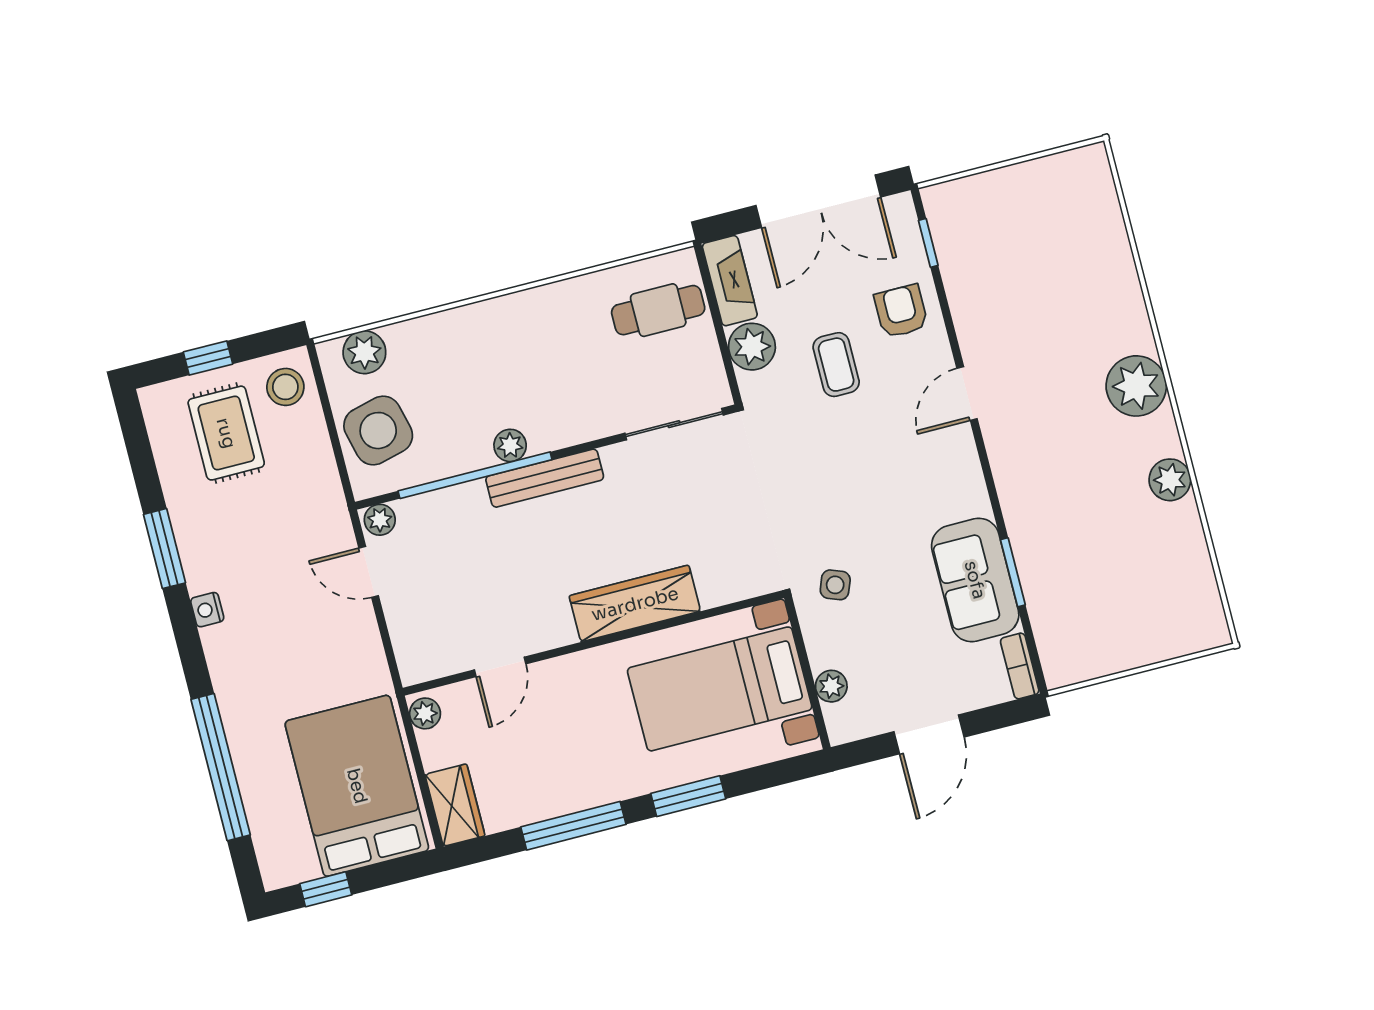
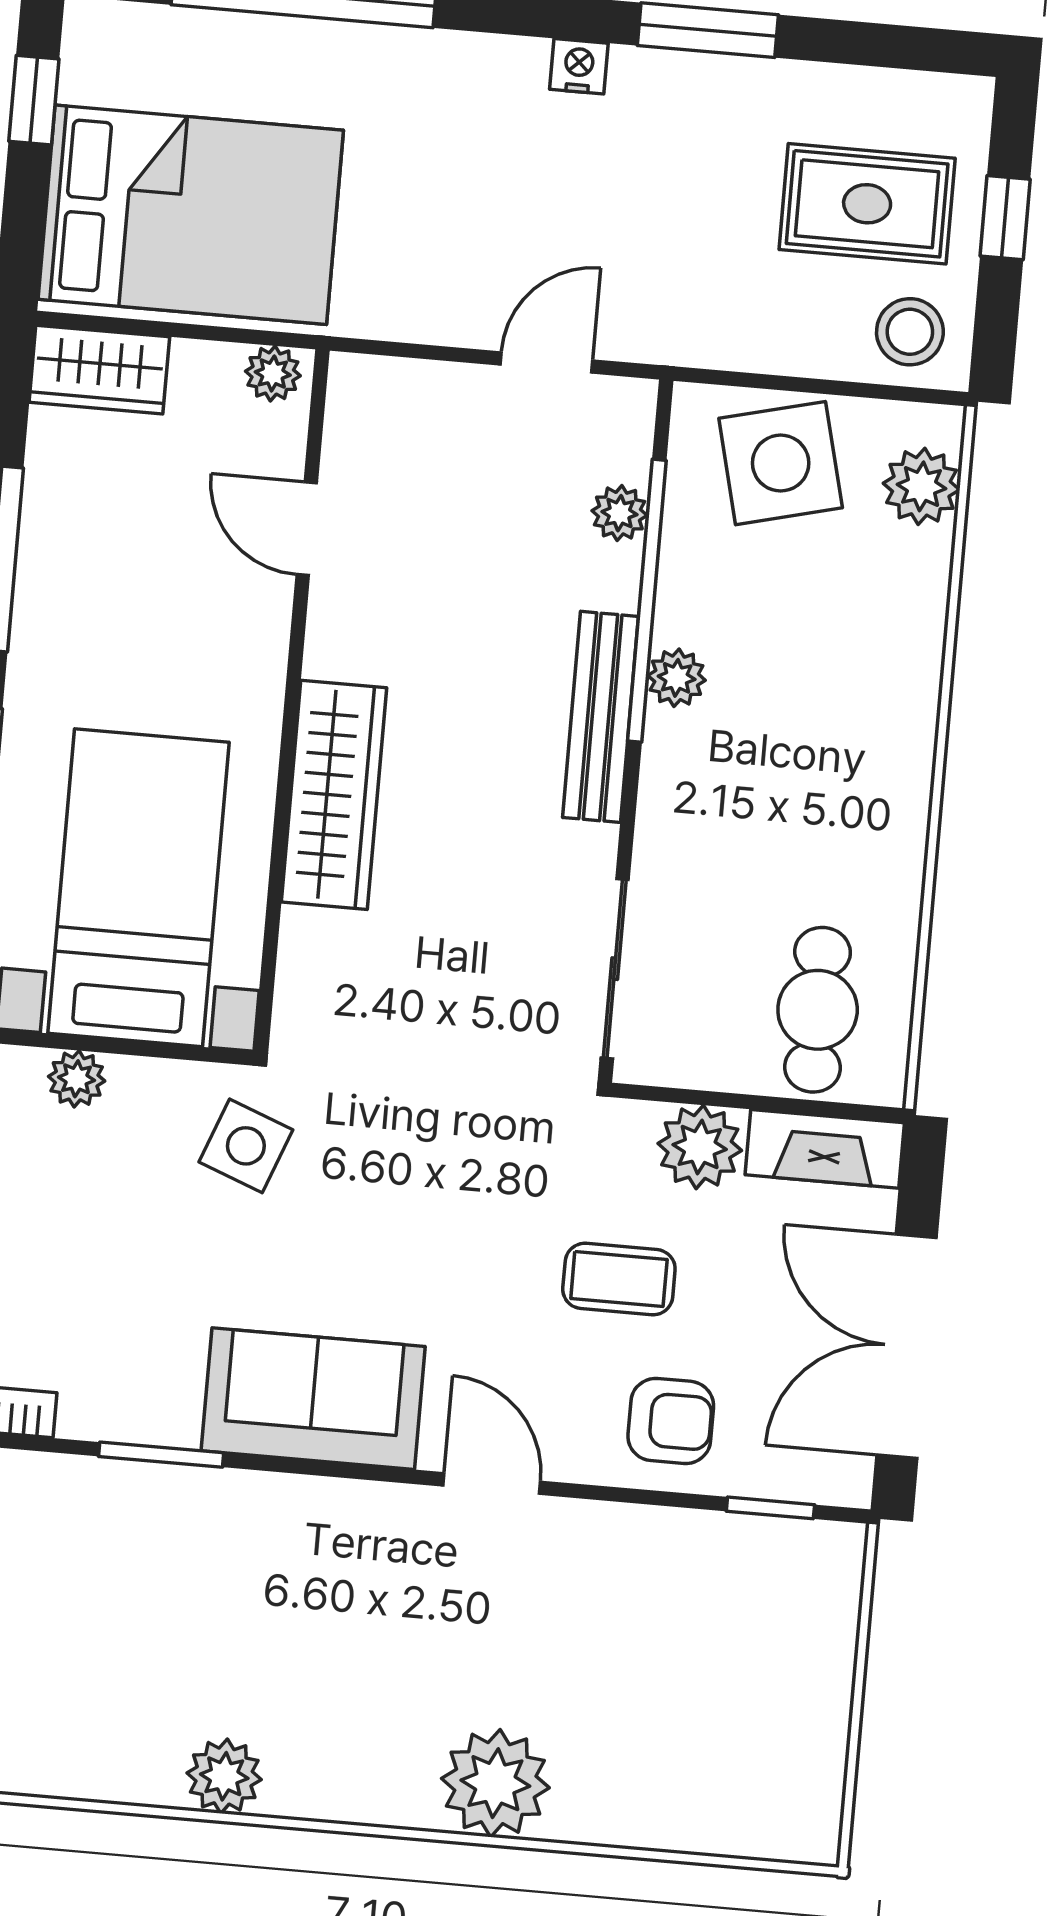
plant: (1136, 386) -> (495, 1783), moved
plant: (380, 520) -> (619, 513), moved
sofa: (975, 580) -> (313, 1399), moved
side table: (835, 585) -> (246, 1146), width x1.37, depth x1.37

